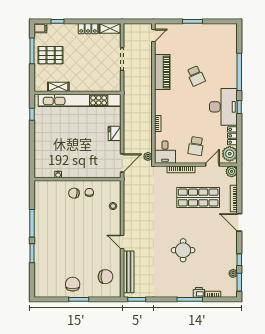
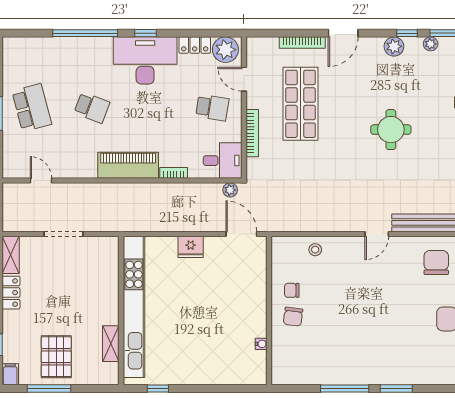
door: (153, 35) -> (41, 181), moved
school desk: (196, 41) -> (32, 108), added
piano: (162, 72) -> (128, 165), moved
school desk: (196, 76) -> (92, 108), turned 45
plant: (232, 171) -> (394, 46), moved

